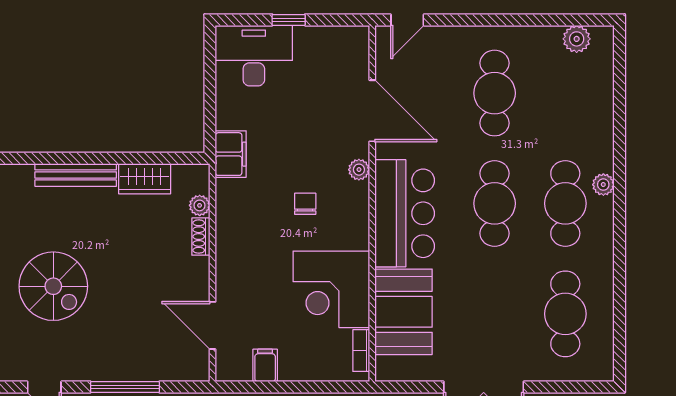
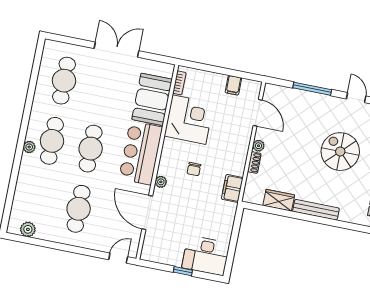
filing cabinet: (231, 154) -> (232, 188), moved
plant: (200, 205) -> (258, 146), moved

